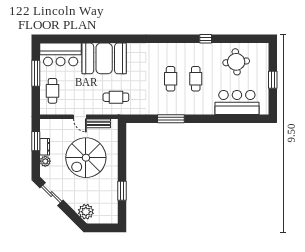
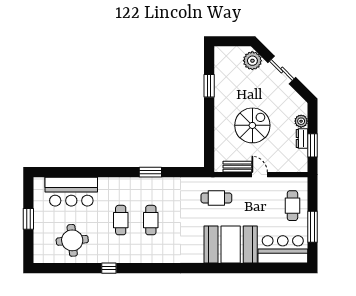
window: (171, 119) -> (150, 172), width x0.69
spiral stairs: (86, 158) -> (252, 125), width x0.73, depth x0.73
sliding door: (51, 194) -> (282, 70), moved

